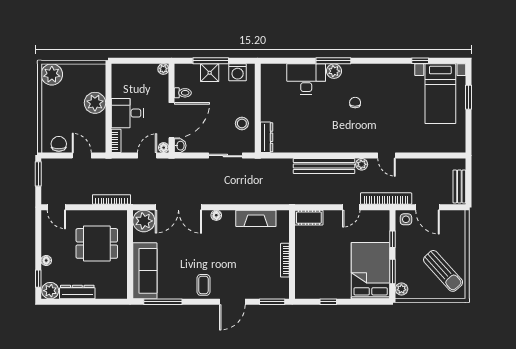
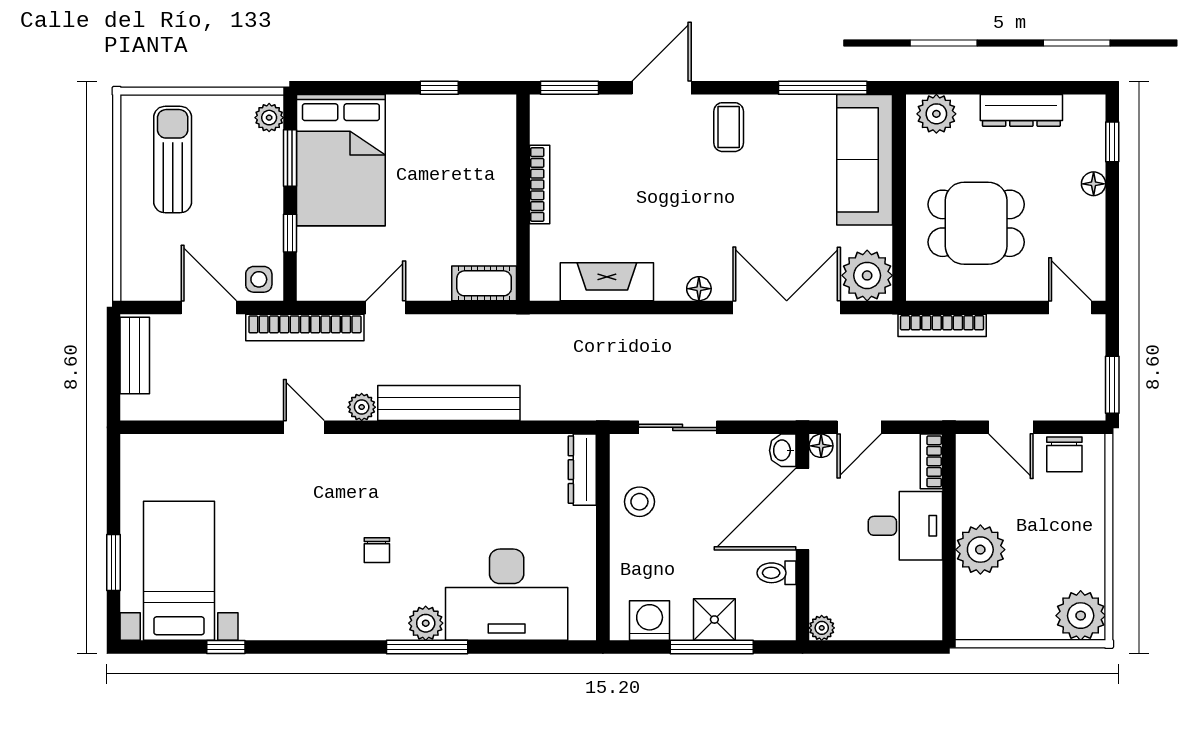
desk: (306, 79) -> (507, 595), width x1.36, depth x1.30
sun lounger: (443, 271) -> (173, 160), turned 42
plant: (50, 291) -> (936, 114), moved

